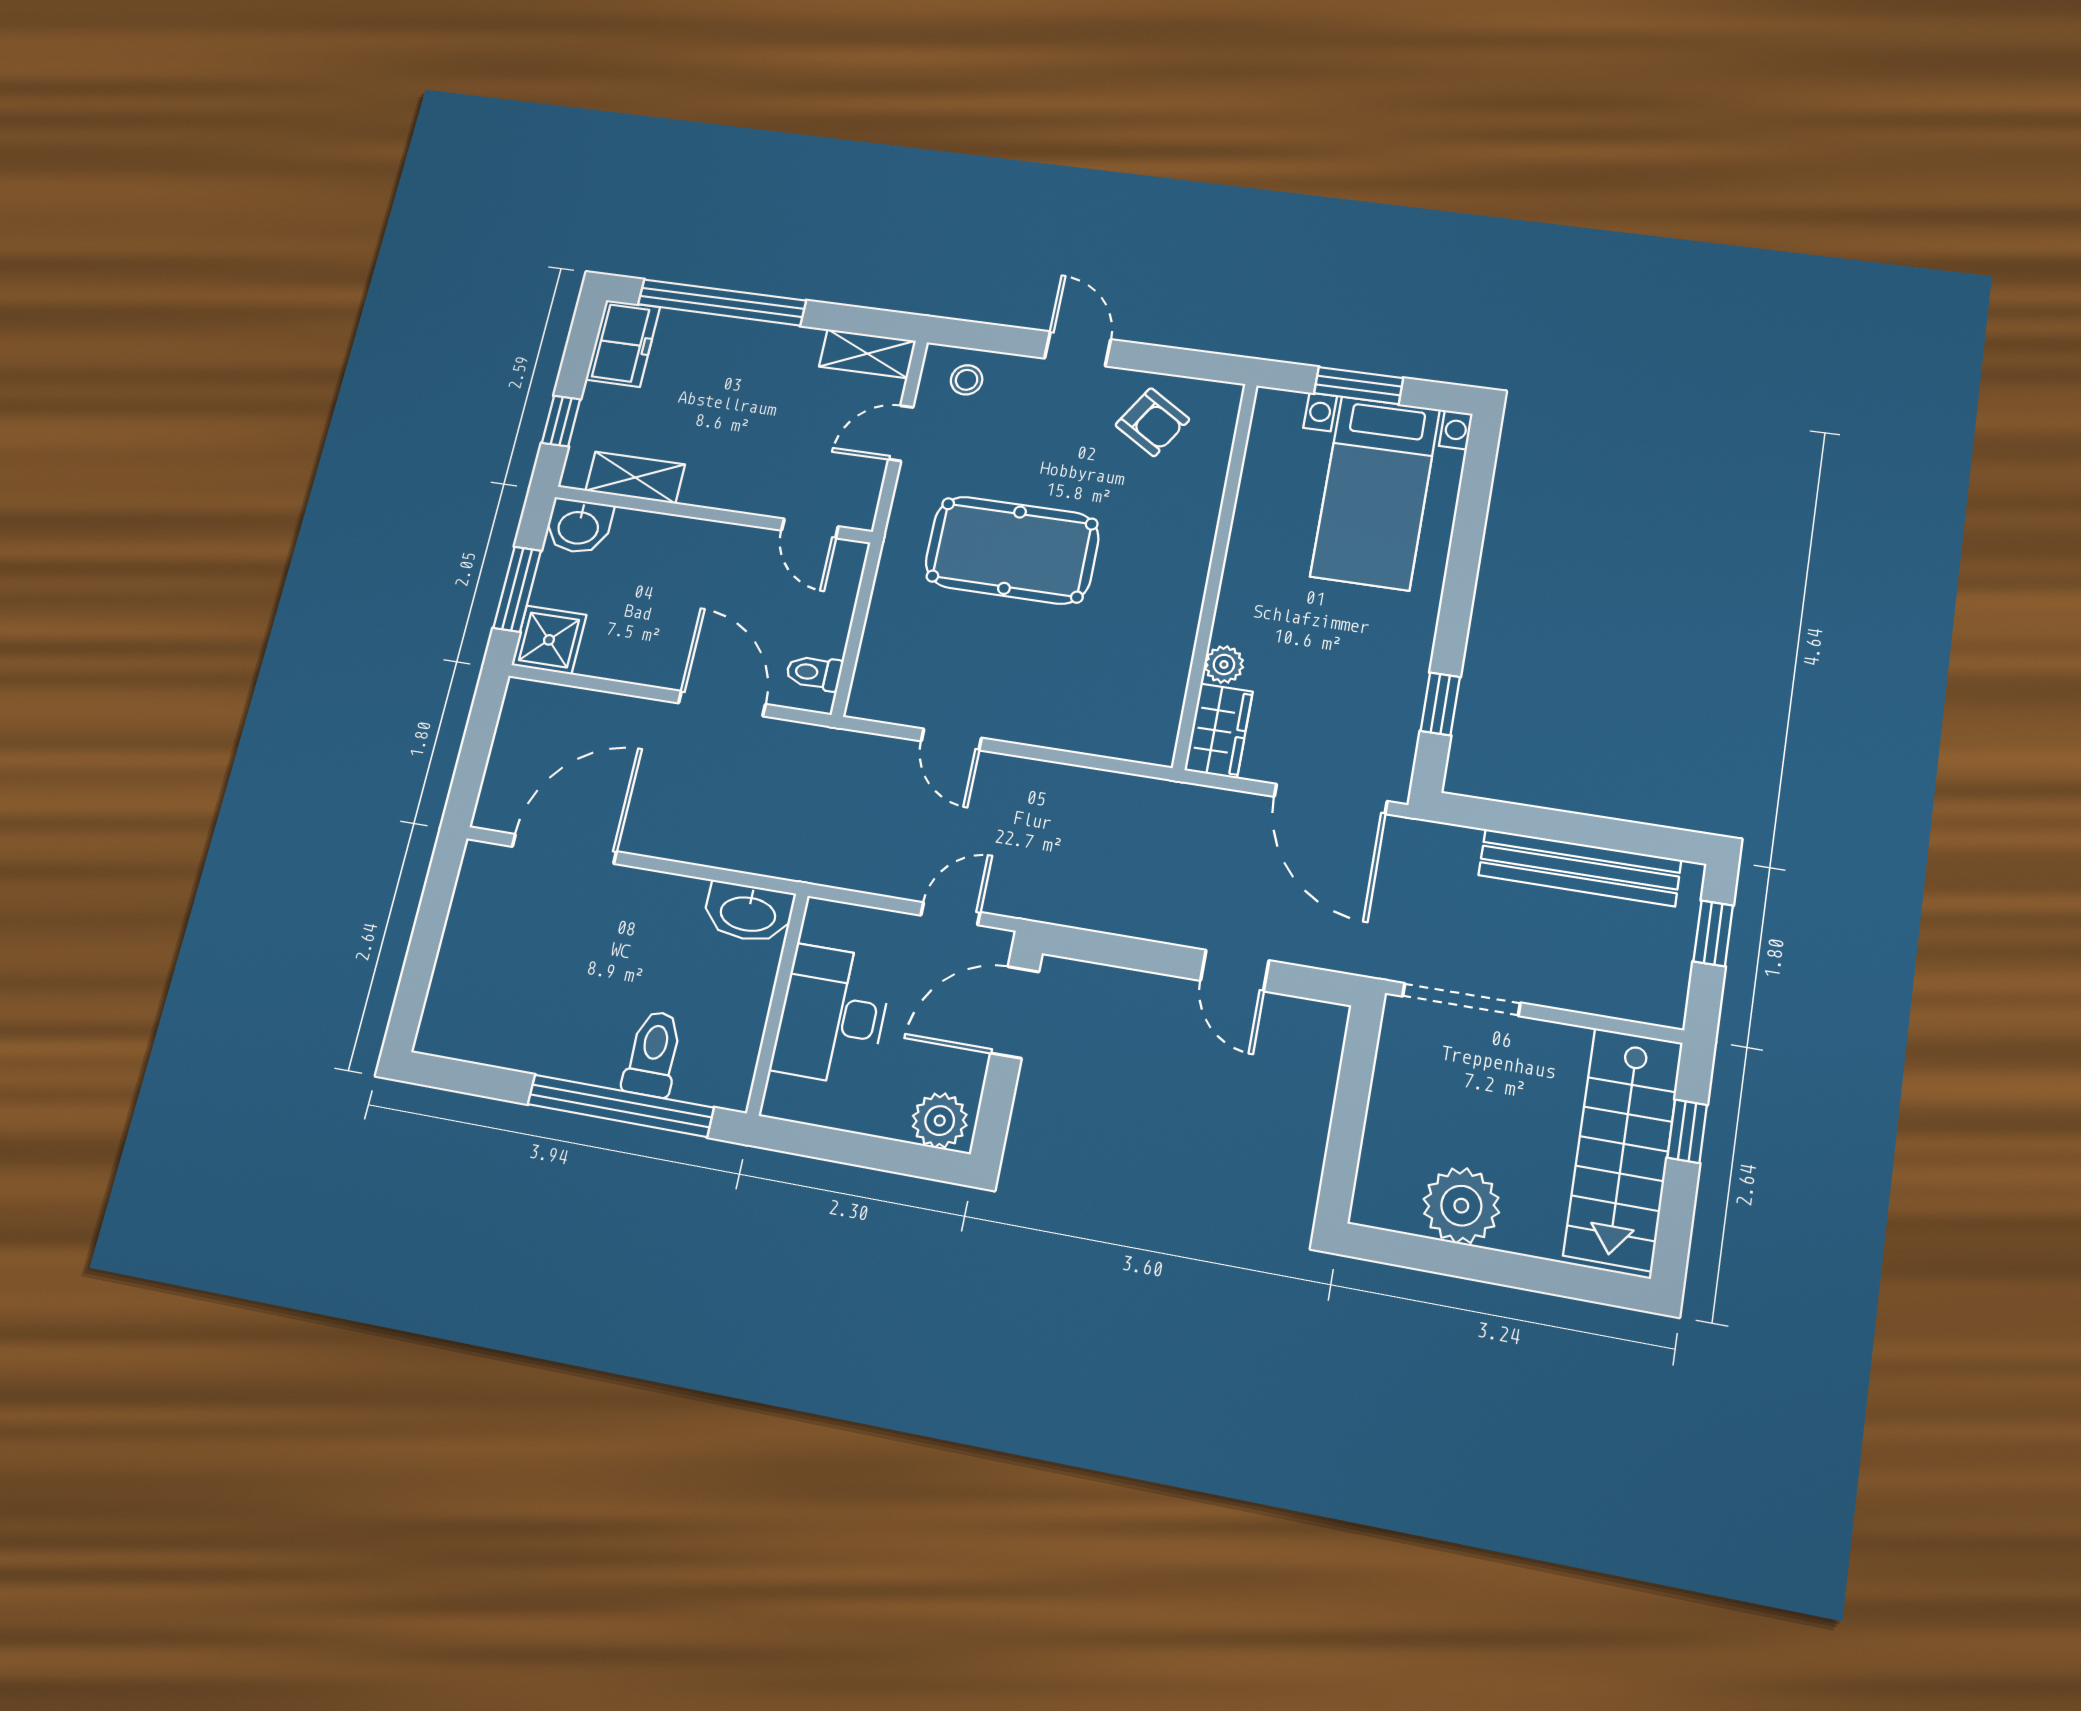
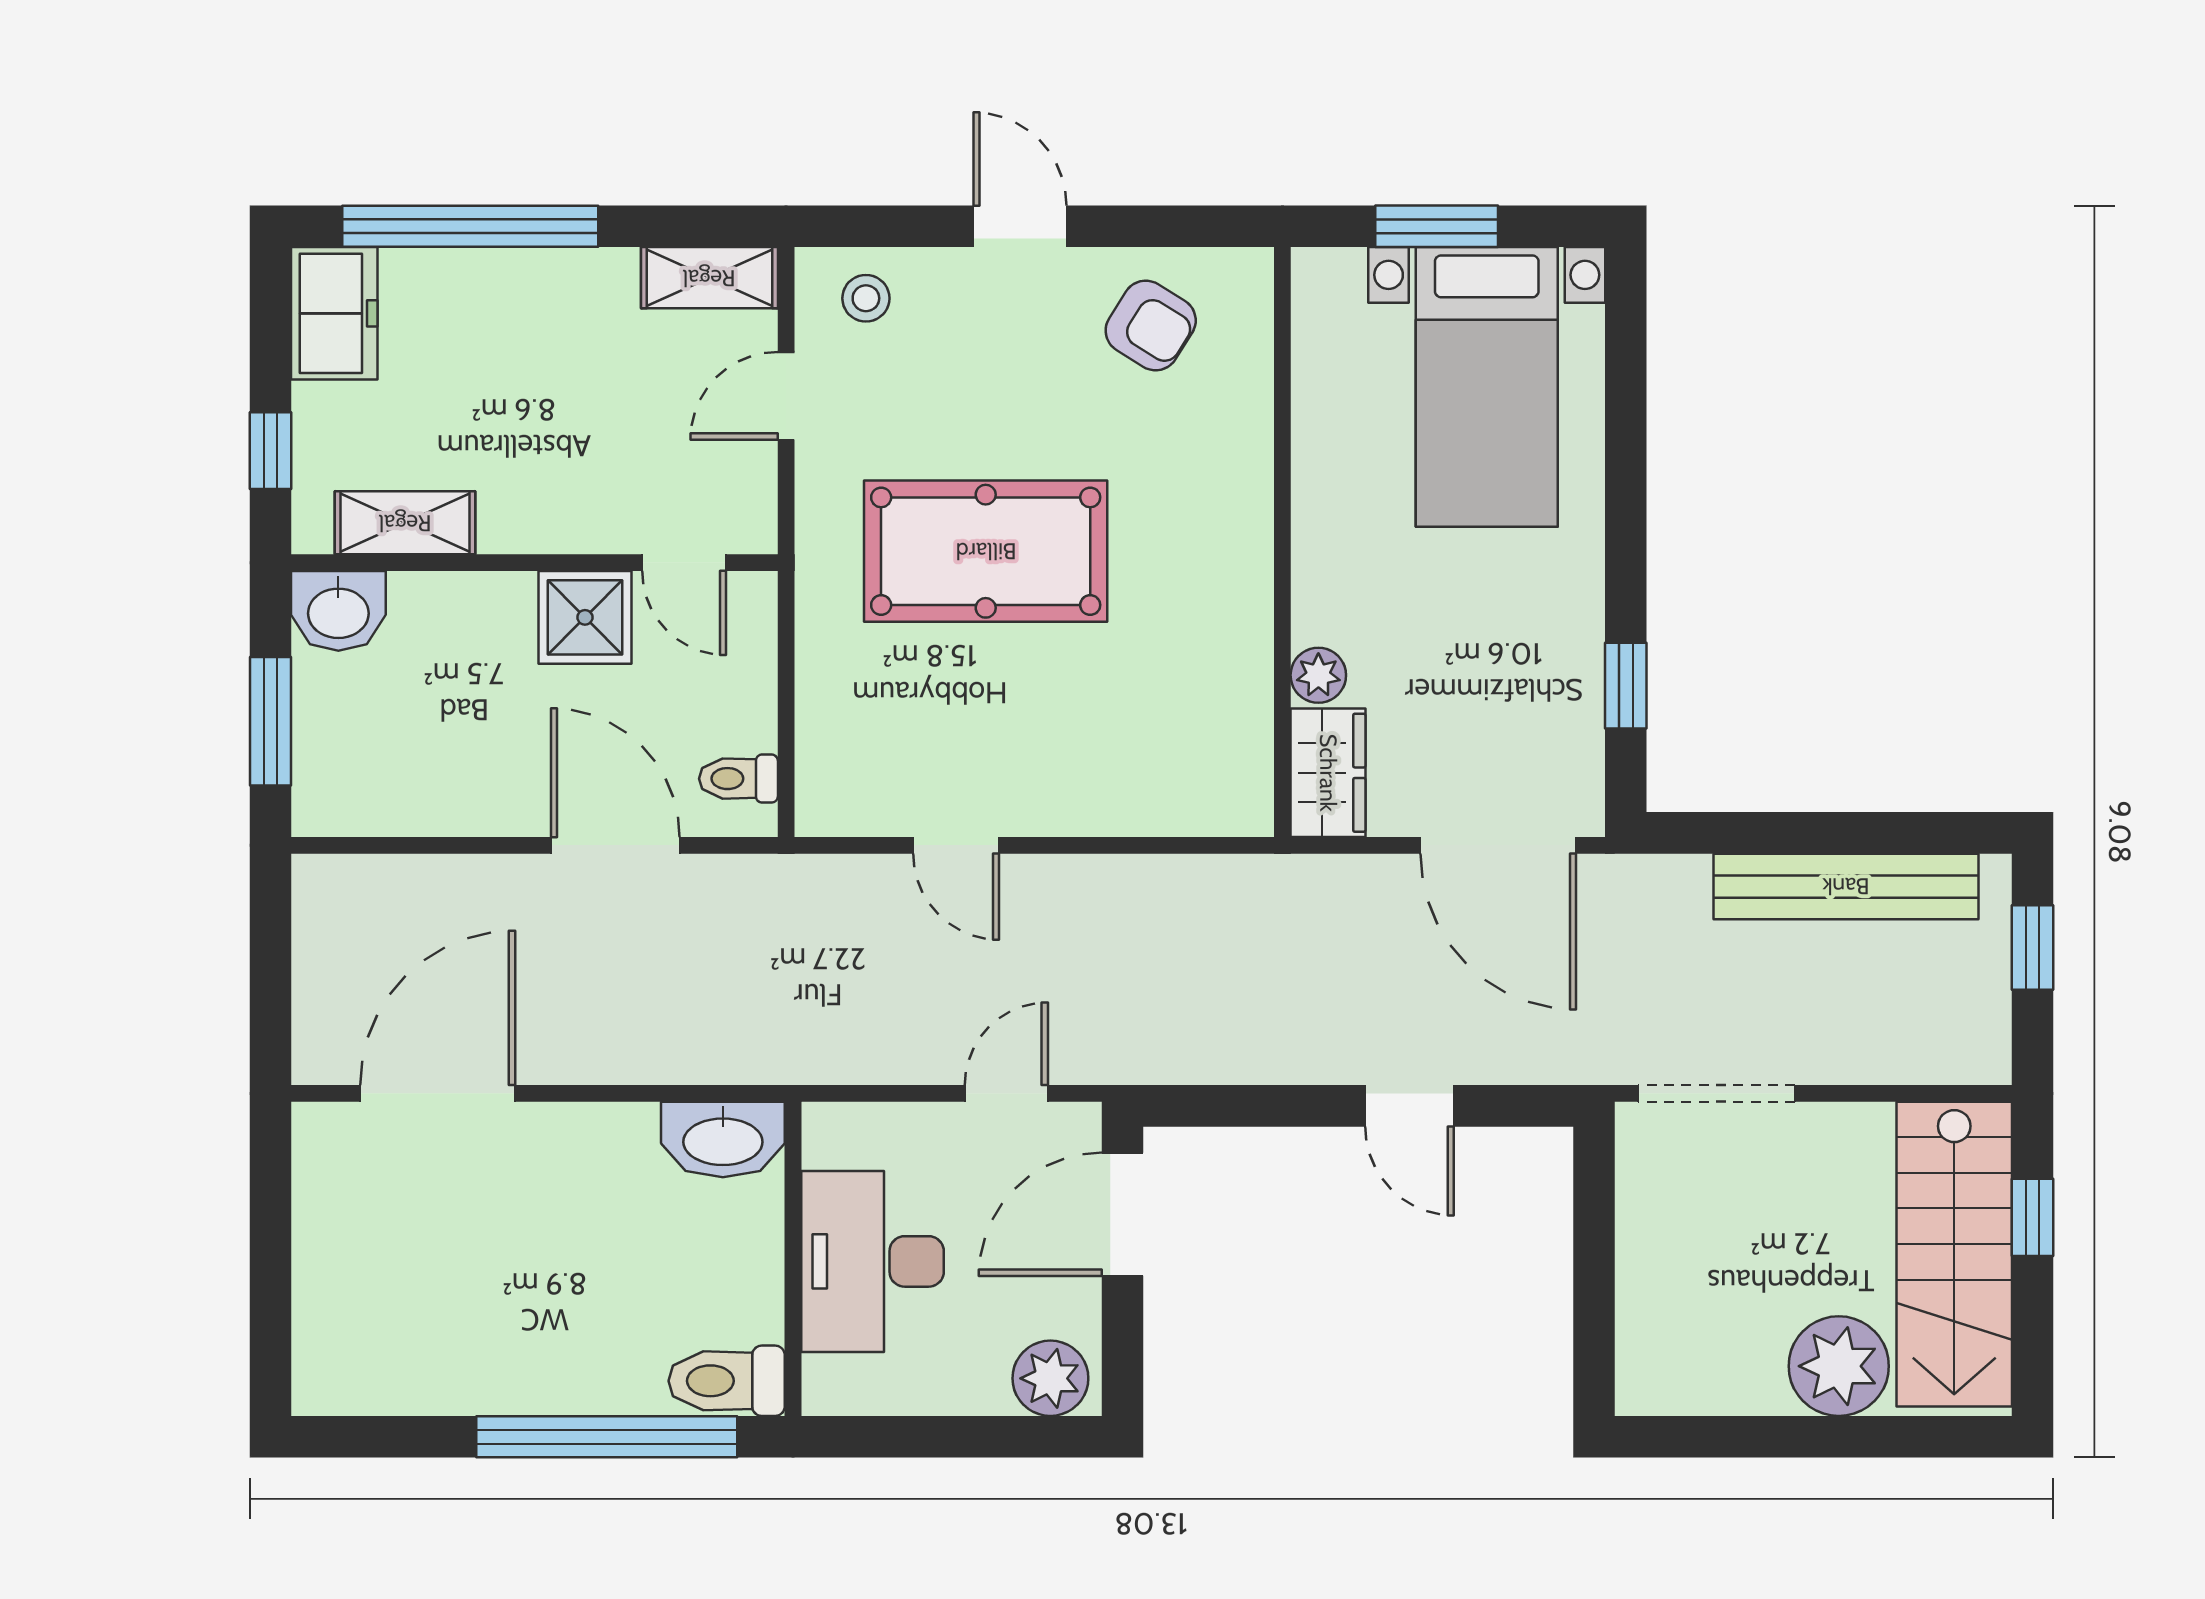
shower: (549, 640) -> (585, 617), moved
toilet: (653, 1054) -> (727, 1381), moved, turned -90
plant: (1461, 1206) -> (1839, 1366), moved

